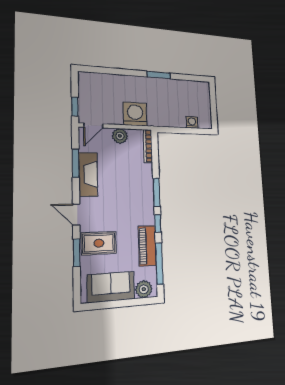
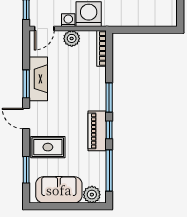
washing machine: (192, 122) -> (68, 20), moved
window: (76, 163) -> (26, 84), moved
piano: (147, 246) -> (97, 131), moved
window: (77, 253) -> (26, 170), moved

